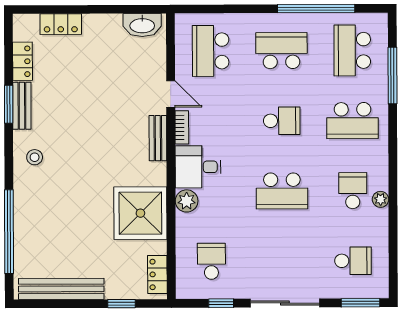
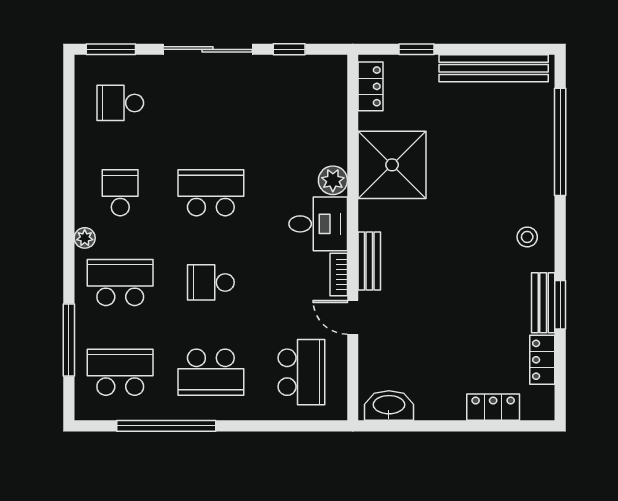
school desk: (352, 50) -> (120, 372), turned -90
school desk: (353, 191) -> (120, 193), turned 180
plant: (380, 199) -> (85, 238), moved
school desk: (211, 261) -> (301, 103), removed

